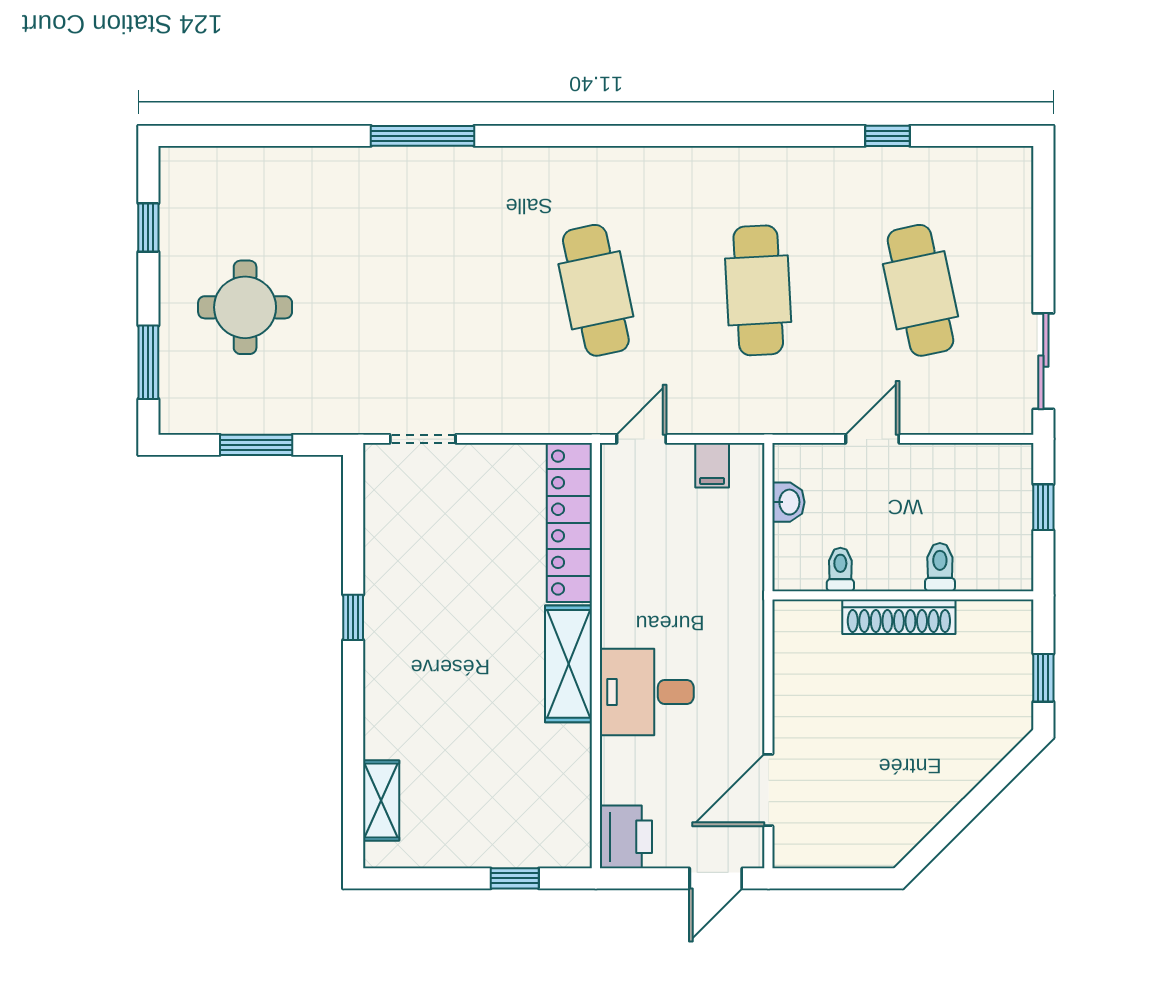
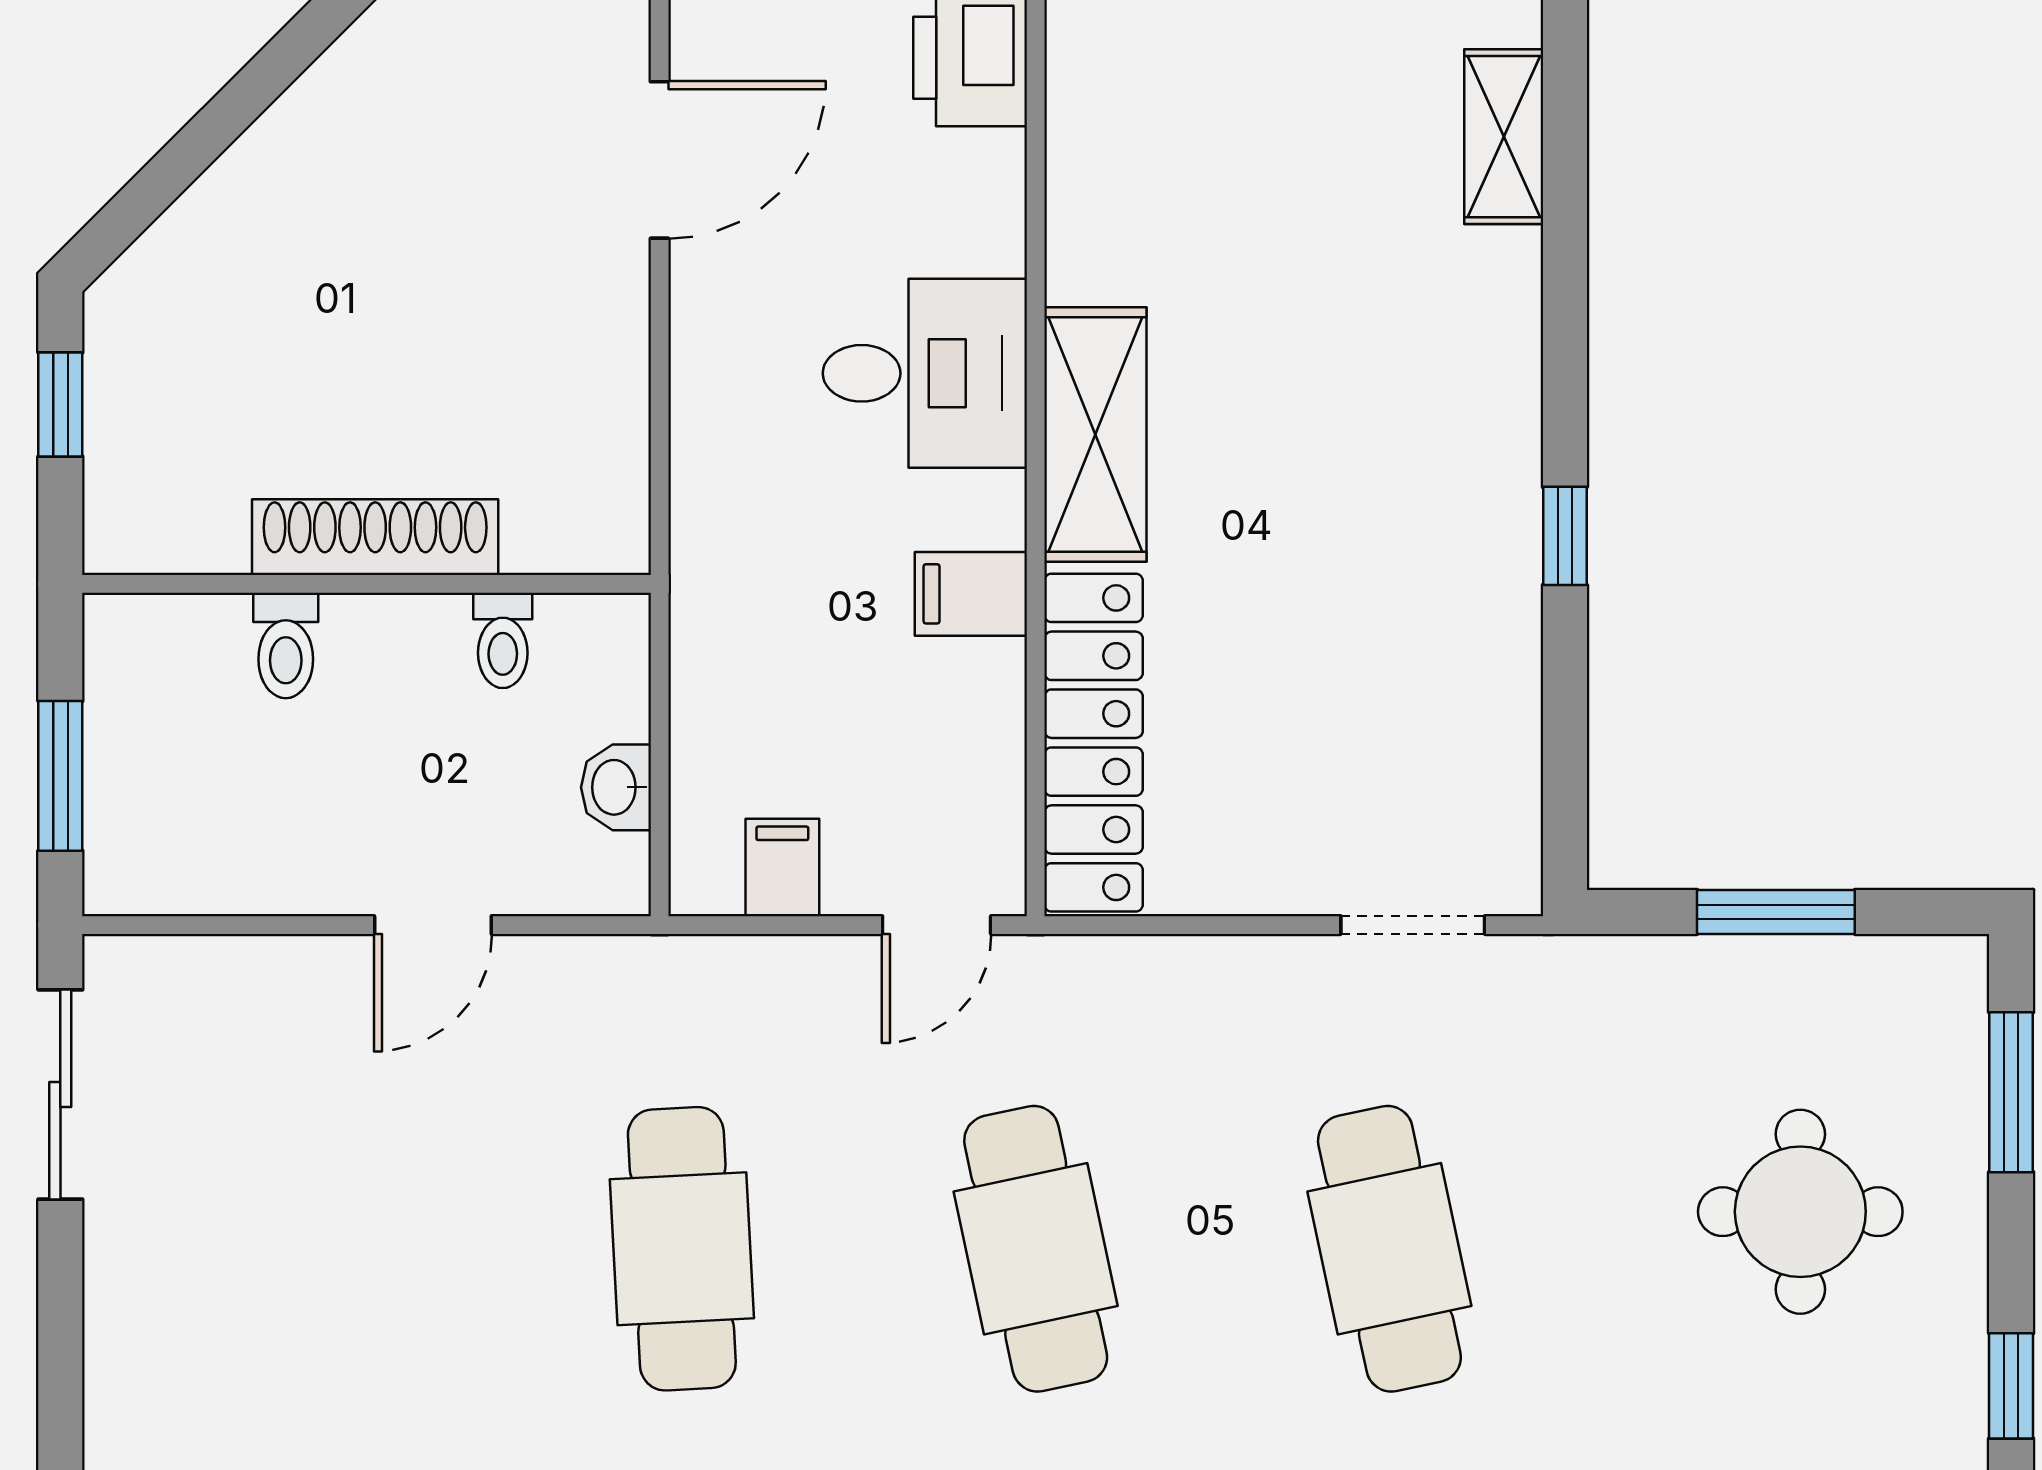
cafe table: (921, 290) -> (1389, 1249), moved
window: (1043, 507) -> (60, 776), width x1.50
filing cabinet: (626, 591) -> (971, 594), added

